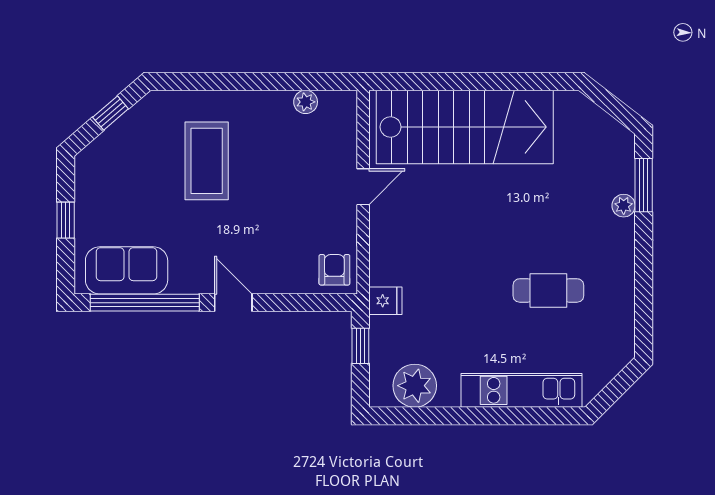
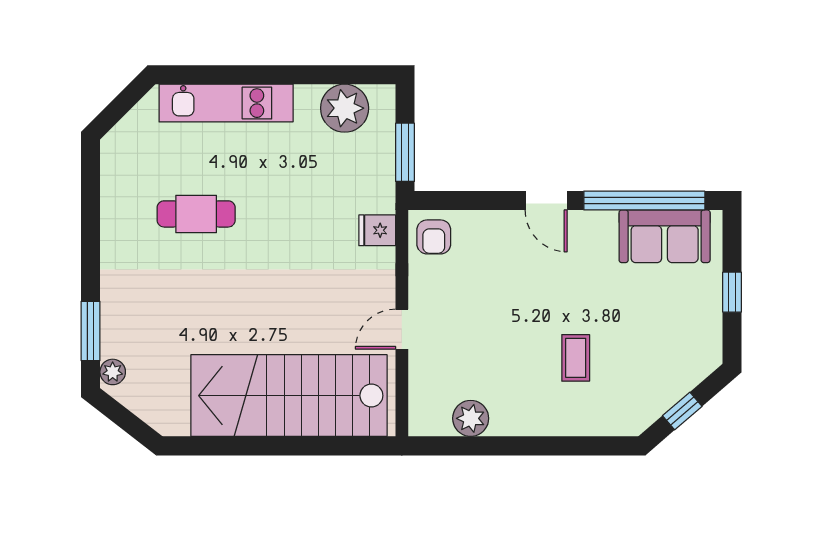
plant: (306, 102) -> (471, 418), width x1.38, depth x1.38
coffee table: (207, 161) -> (576, 358), width x0.54, depth x0.58
plant: (624, 206) -> (113, 372), moved
fridge: (385, 301) -> (377, 230), moved
window: (360, 346) -> (405, 152), width x1.50

